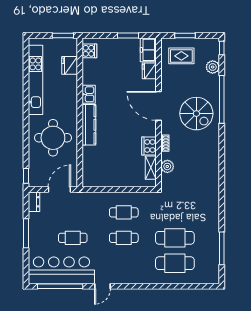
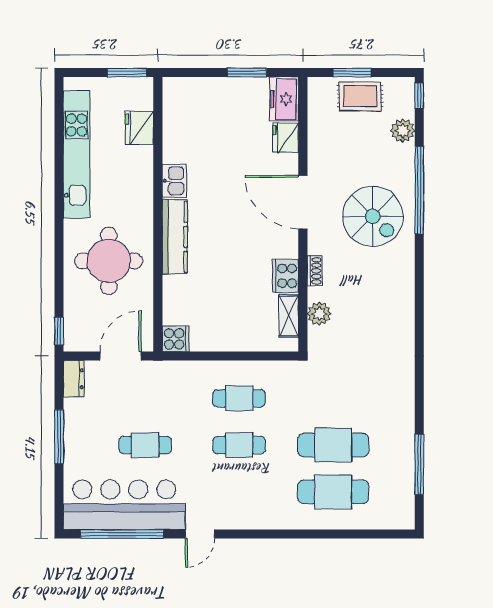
cooker: (89, 51) -> (176, 339), moved
rug: (181, 56) -> (360, 96), moved

